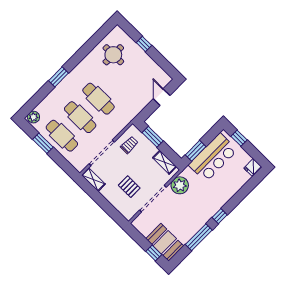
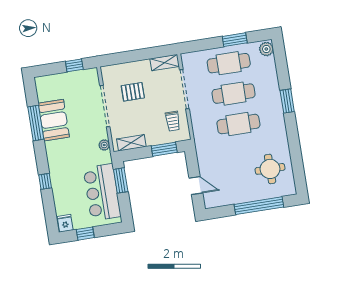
window: (144, 44) -> (259, 206), width x3.17
window: (239, 138) -> (85, 234), moved
plant: (180, 185) -> (104, 145), width x0.53, depth x0.53
window: (220, 216) -> (45, 181), moved
booth: (165, 242) -> (54, 120), moved, turned 90
window: (154, 253) -> (74, 65), moved

